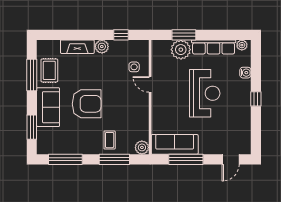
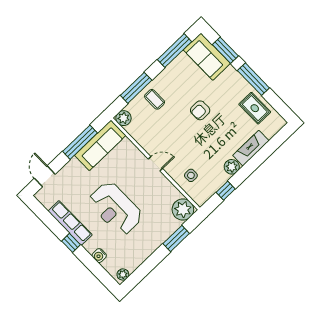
row of seats: (214, 47) -> (70, 223), moved, turned 90
plant: (181, 50) -> (183, 210), moved
window: (32, 75) -> (253, 79), moved
door: (150, 84) -> (155, 164), moved
armchair: (87, 104) -> (200, 110), width x0.53, depth x0.53
sofa: (48, 107) -> (207, 57), moved

